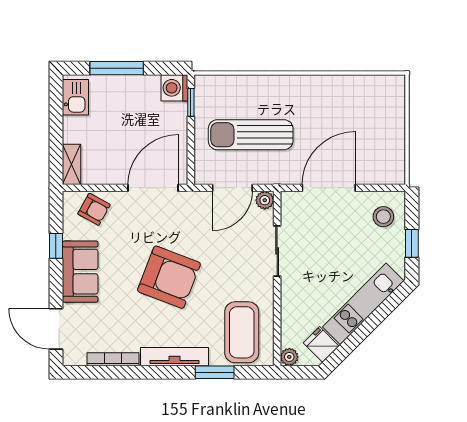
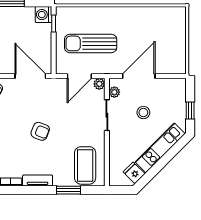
door: (153, 188) -> (30, 76), hinge flipped
stool: (383, 217) -> (143, 113), moved
armchair: (169, 277) -> (40, 131), width x0.53, depth x0.53
tv unit: (175, 357) -> (38, 180), width x0.71
plant: (289, 357) -> (114, 92), moved

